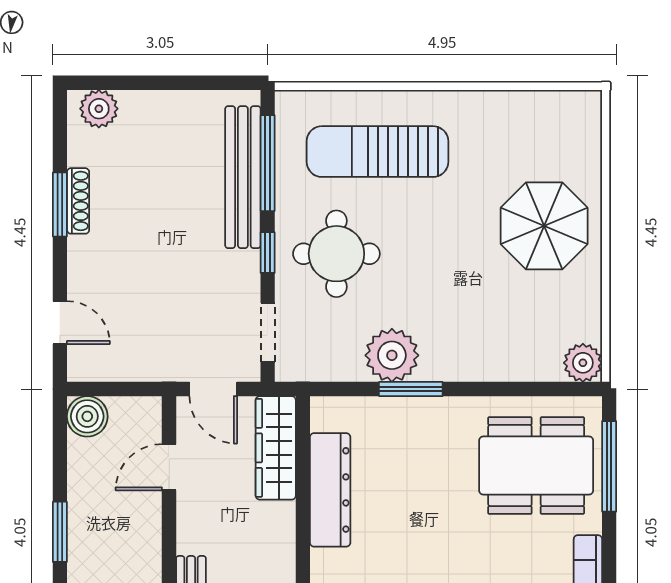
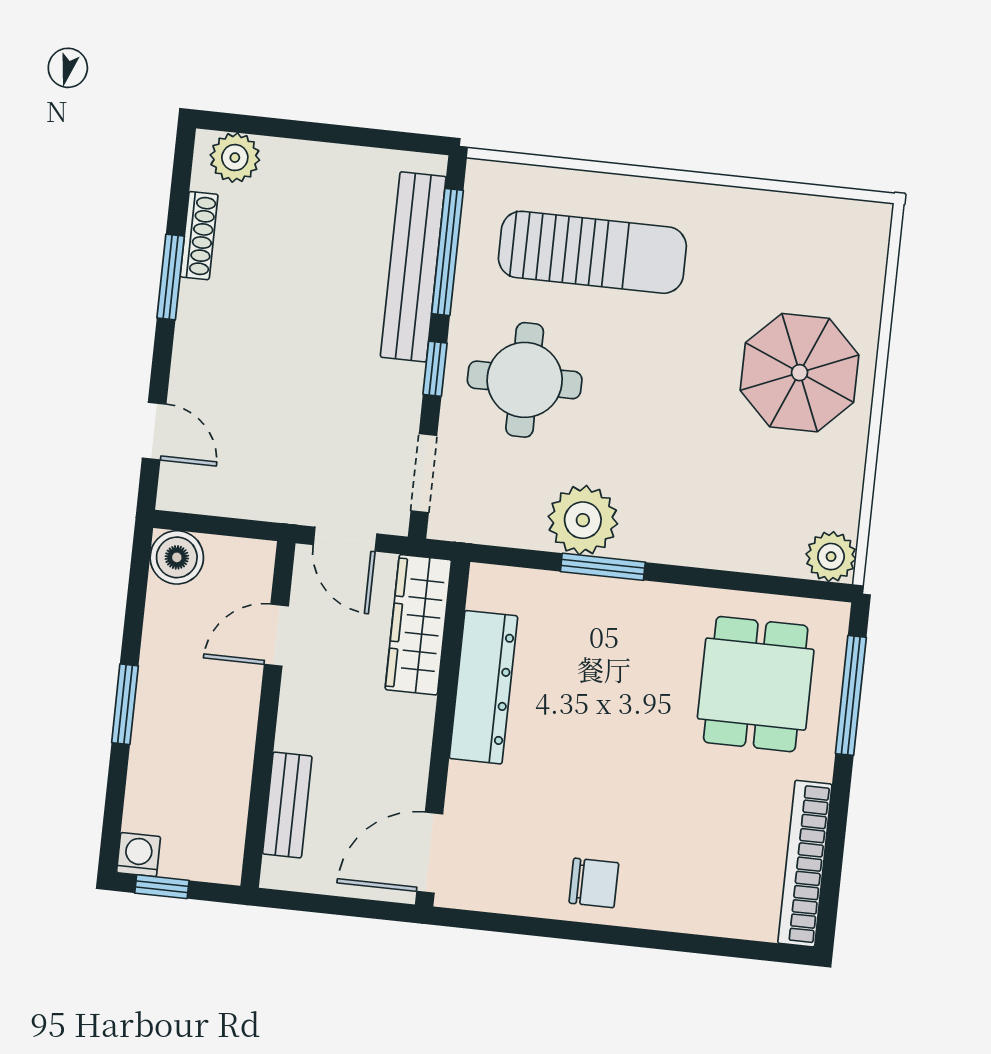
sun lounger: (377, 152) -> (592, 252), turned 180
shoe rack: (78, 201) -> (199, 236), moved
dining table: (536, 466) -> (756, 684), width x0.73

